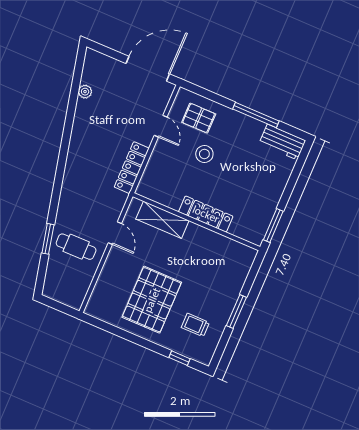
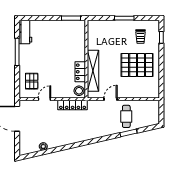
stool: (204, 154) -> (79, 91), moved
locker: (206, 214) -> (80, 72), moved, width x0.66
shelving: (162, 220) -> (93, 71), width x1.47

